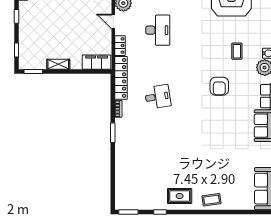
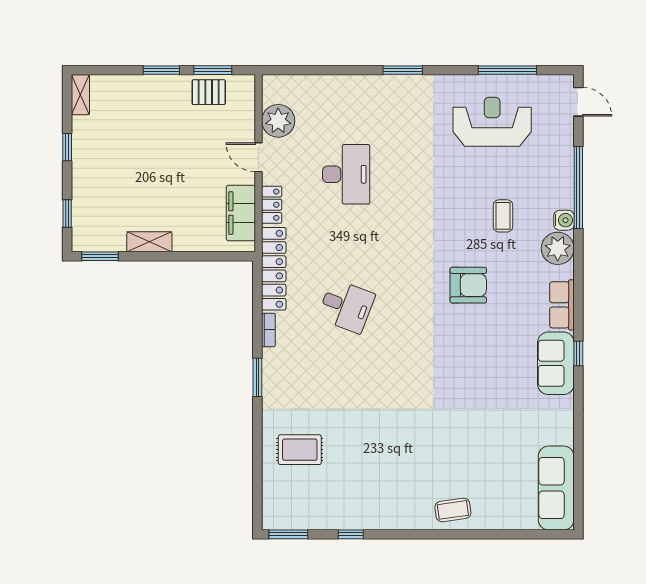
filing cabinet: (97, 62) -> (241, 213), moved, turned -90
armchair: (219, 86) -> (468, 285), turned -90
desk: (158, 97) -> (346, 306), turned 30
rug: (180, 196) -> (300, 450), moved

